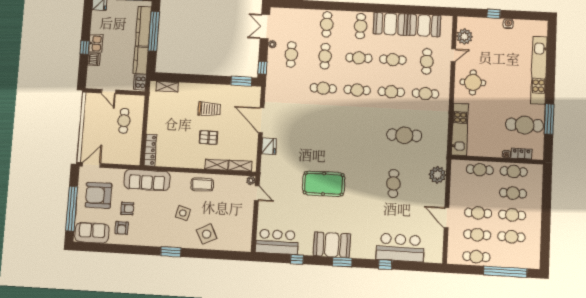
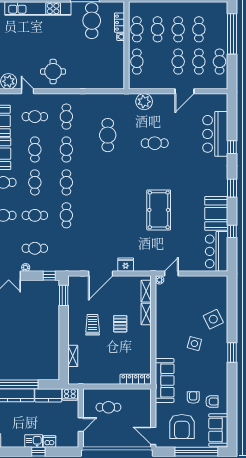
shelving: (167, 87) -> (73, 356), moved
kitchen unit: (460, 129) -> (99, 82), removed
coffee table: (202, 185) -> (166, 327), removed
booth: (332, 245) -> (216, 213), moved

